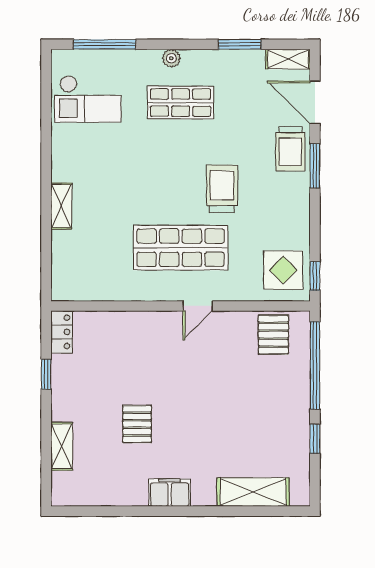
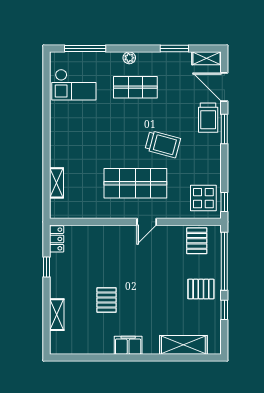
trolley: (222, 189) -> (163, 144), turned 105
shelving: (61, 206) -> (56, 183), moved
pallet: (280, 408) -> (201, 289), added

